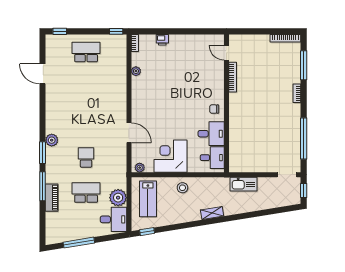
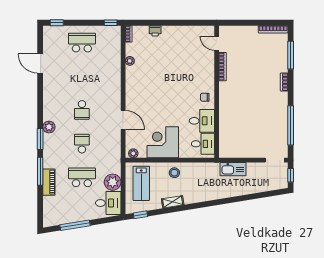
school desk: (86, 122) -> (82, 110), added
shelving: (212, 213) -> (173, 202), moved

